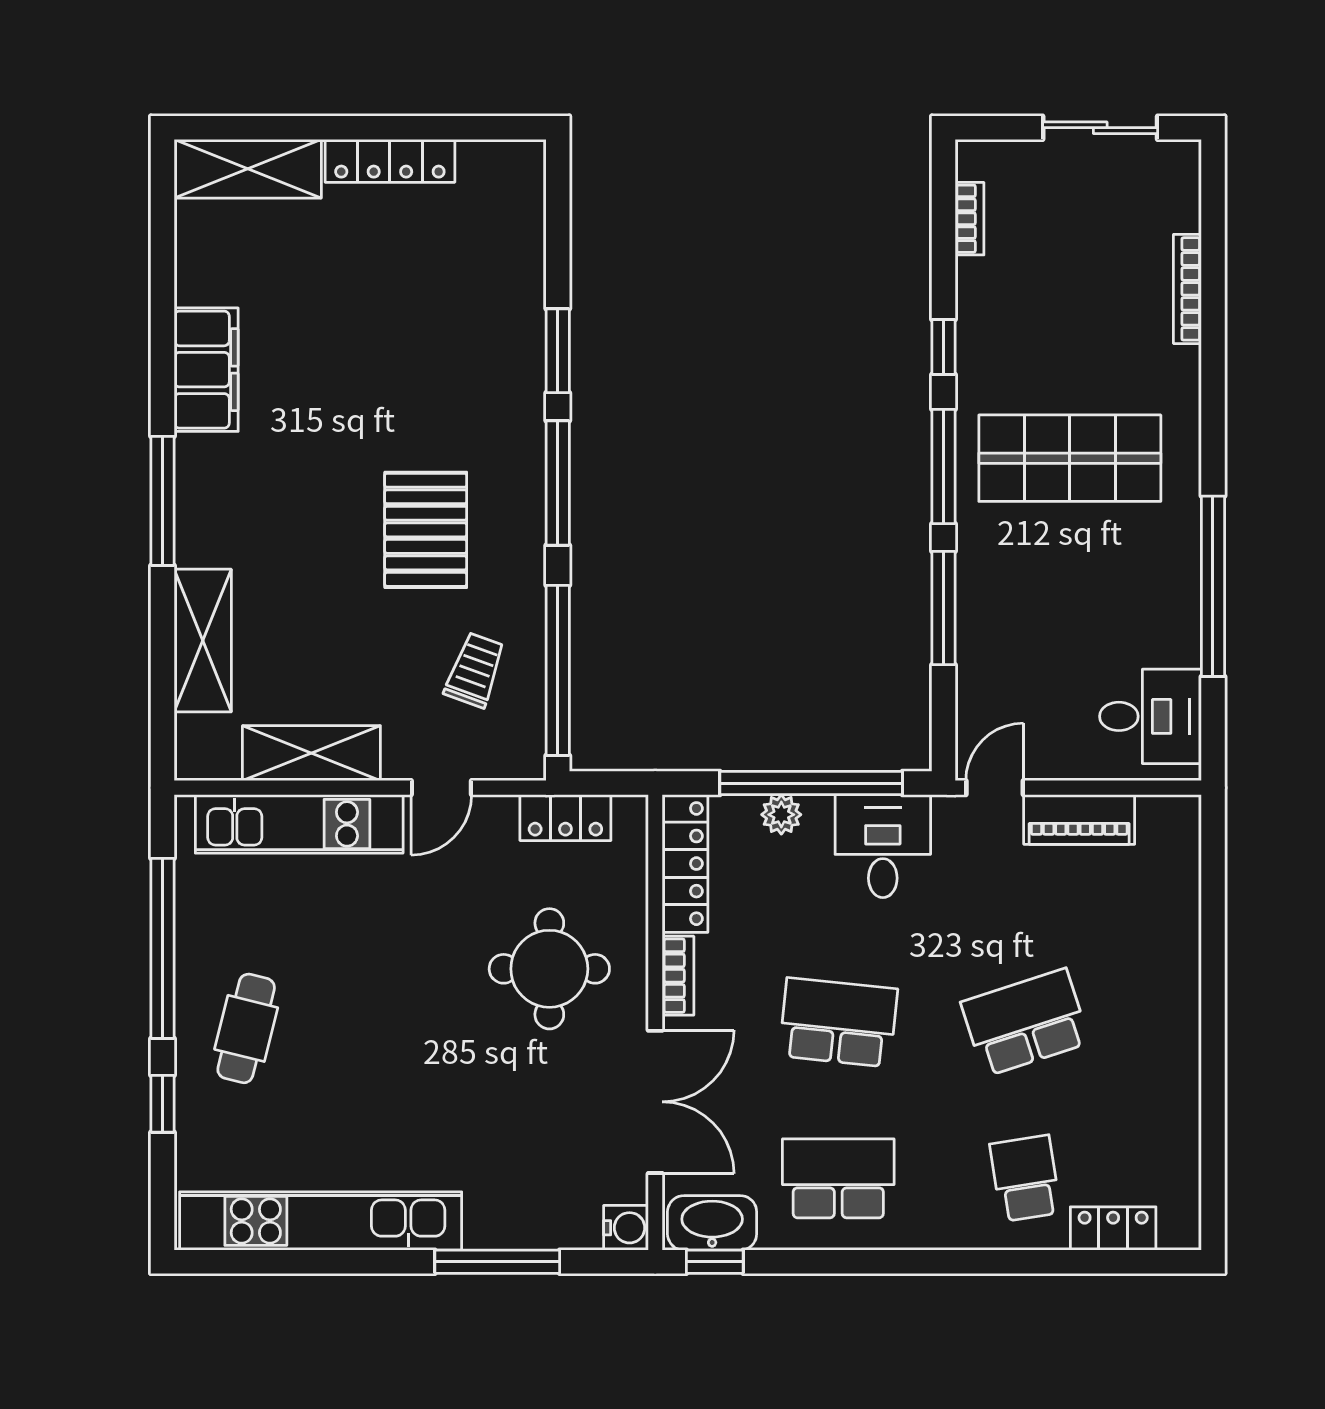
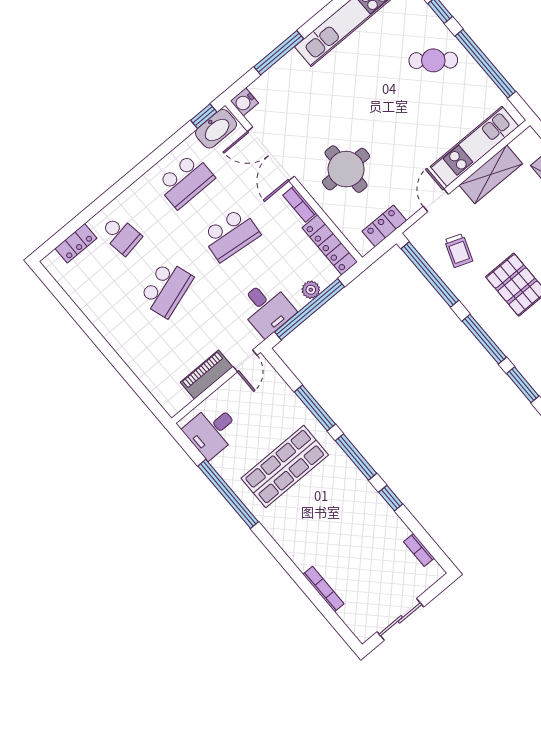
shop shelf: (1070, 458) -> (285, 467), moved
cafe table: (246, 1028) -> (433, 60), turned -65

